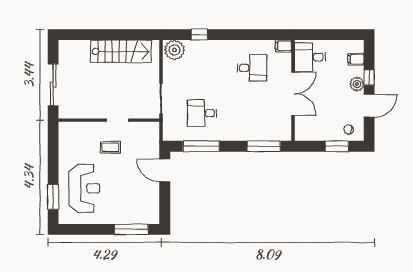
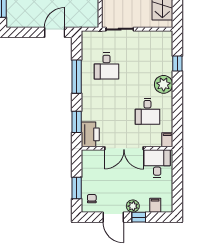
plant: (174, 50) -> (164, 84), moved
desk: (202, 113) -> (106, 66), turned 180
printer: (278, 131) -> (90, 134), added
window: (201, 146) -> (77, 77), moved
window: (264, 146) -> (77, 122), width x0.69

